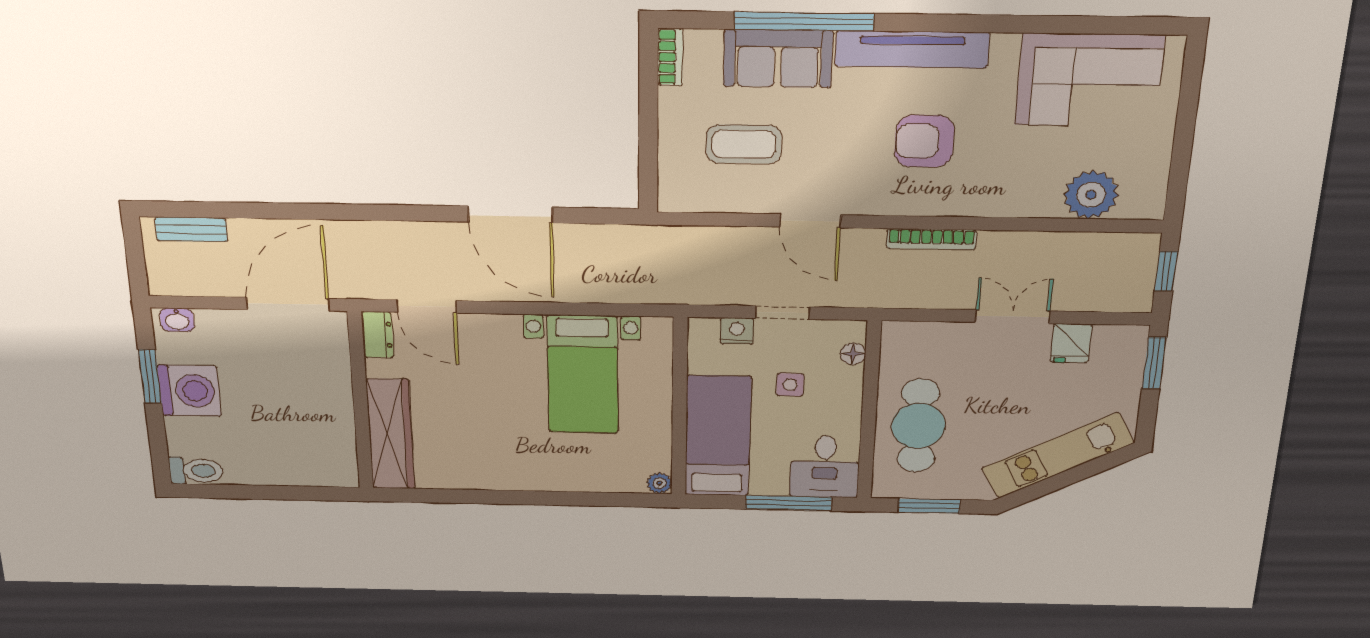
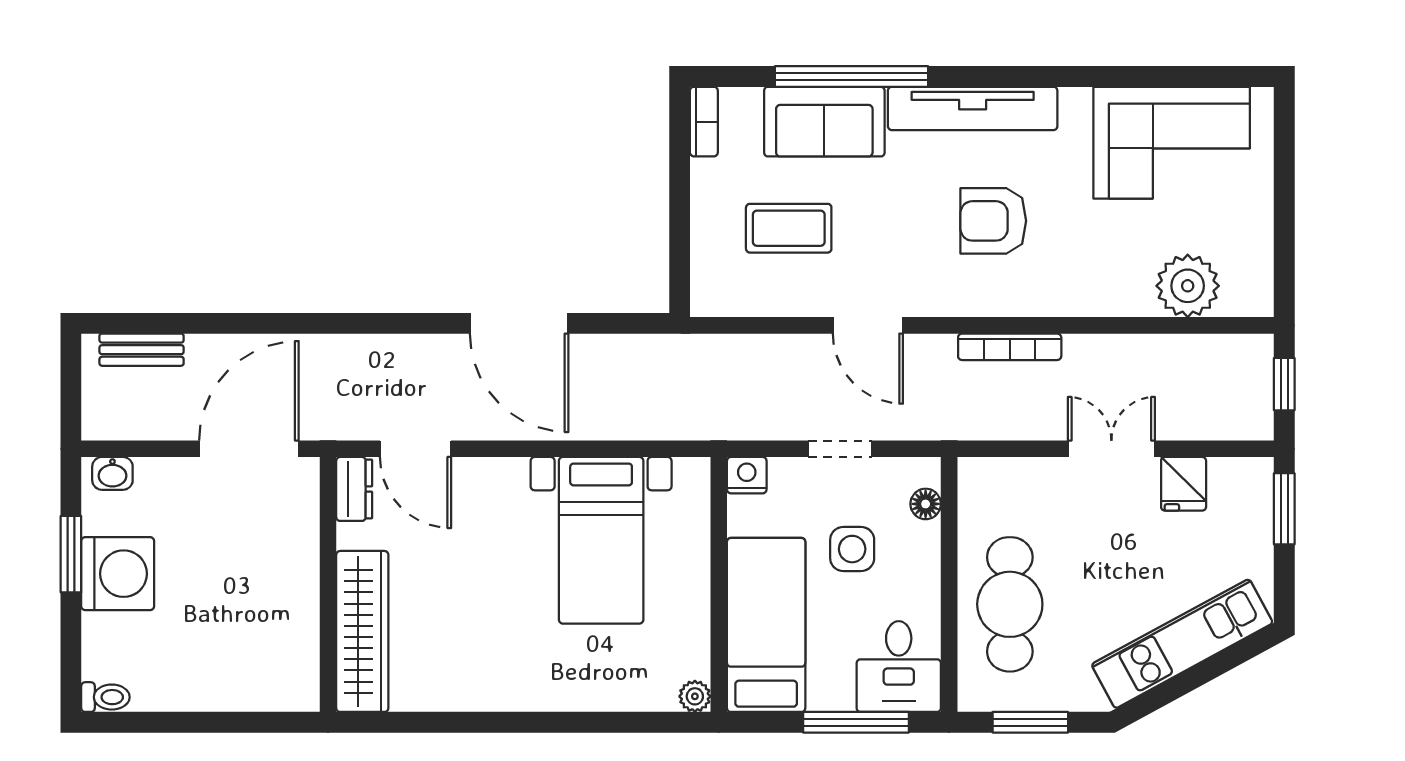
nightstand: (737, 331) -> (747, 475), moved
side table: (790, 385) -> (852, 549), width x1.37, depth x1.37
toilet: (196, 471) -> (105, 697), width x0.73, depth x0.72

